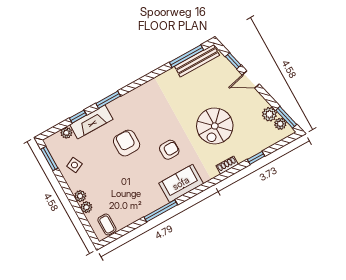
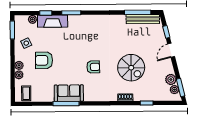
door: (251, 79) -> (171, 50), hinge flipped
spiral stairs: (215, 126) -> (131, 68), turned -90
armchair: (127, 143) -> (44, 60), moved, turned -90
sofa: (181, 183) -> (69, 93), moved

